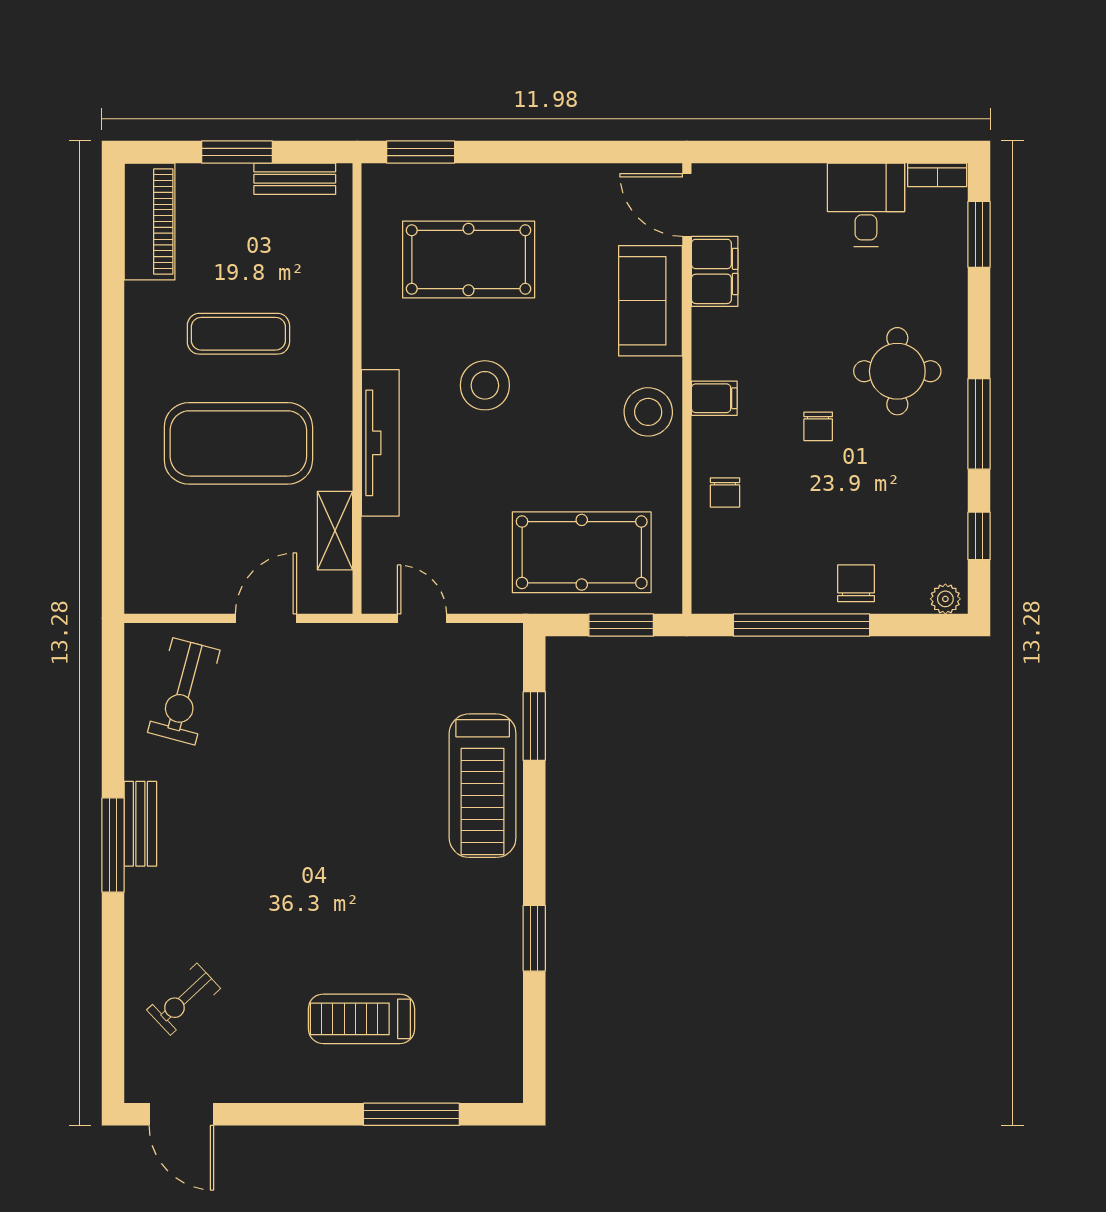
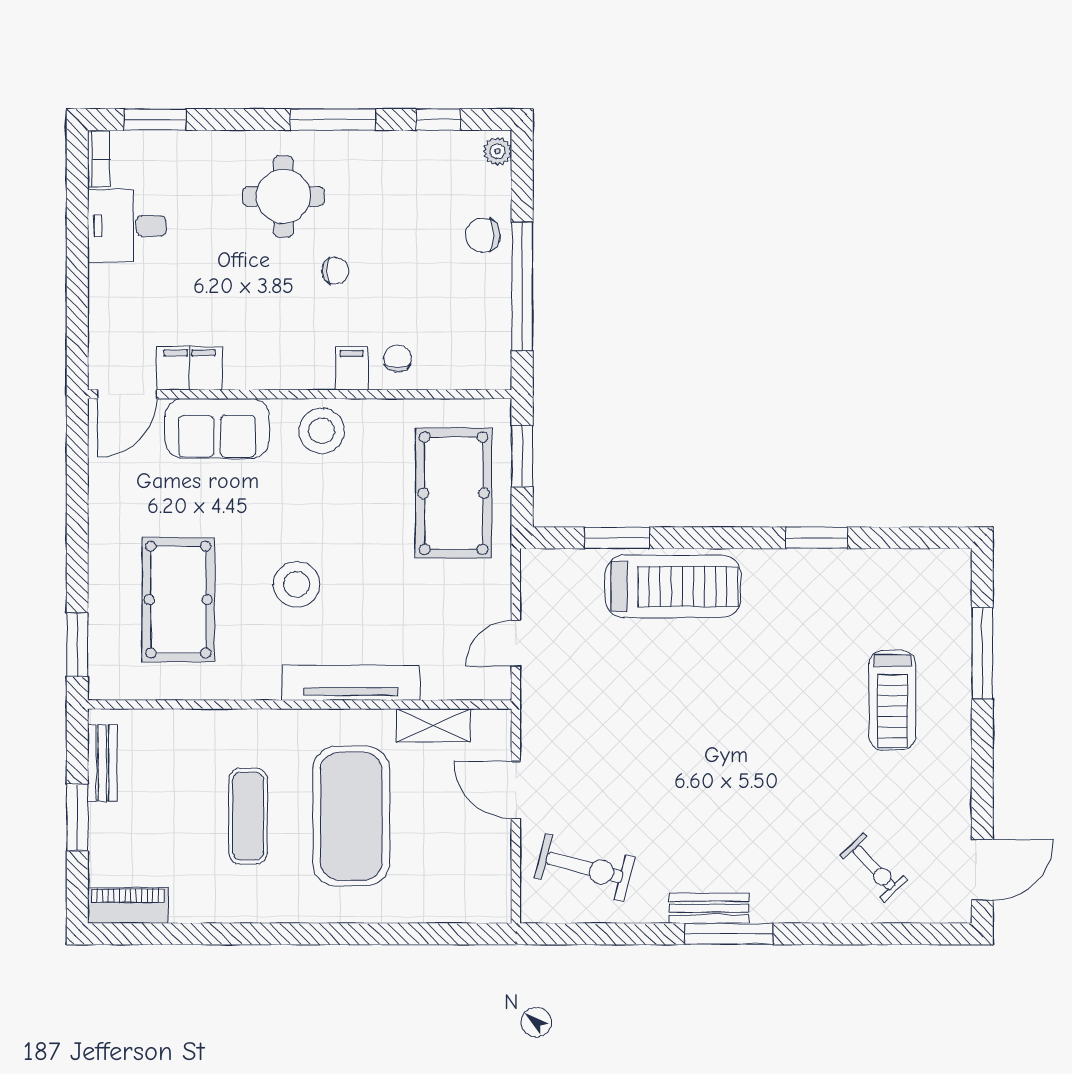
piano: (150, 222) -> (128, 905), width x0.73, depth x0.75
filing cabinet: (714, 398) -> (352, 369), moved
chair: (725, 492) -> (397, 358), turned -90

